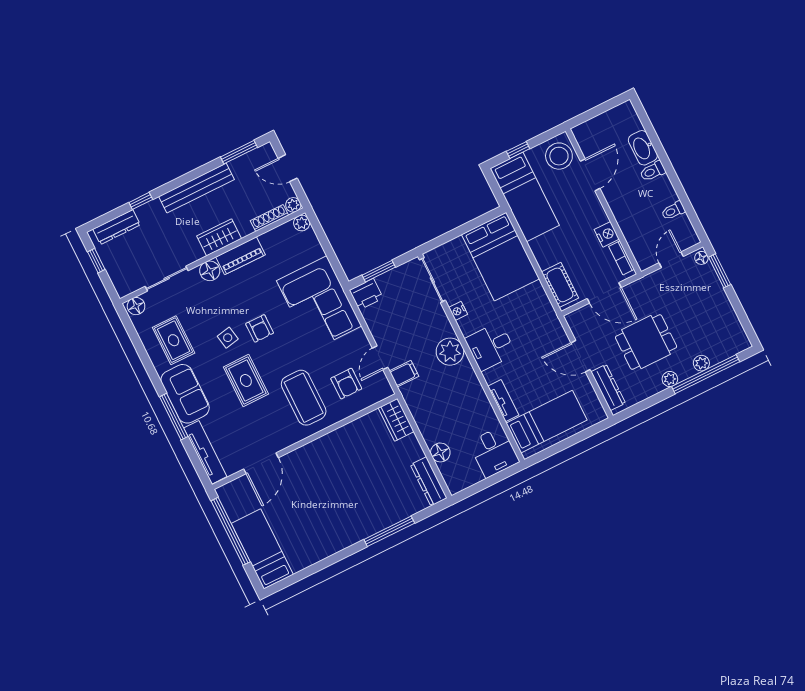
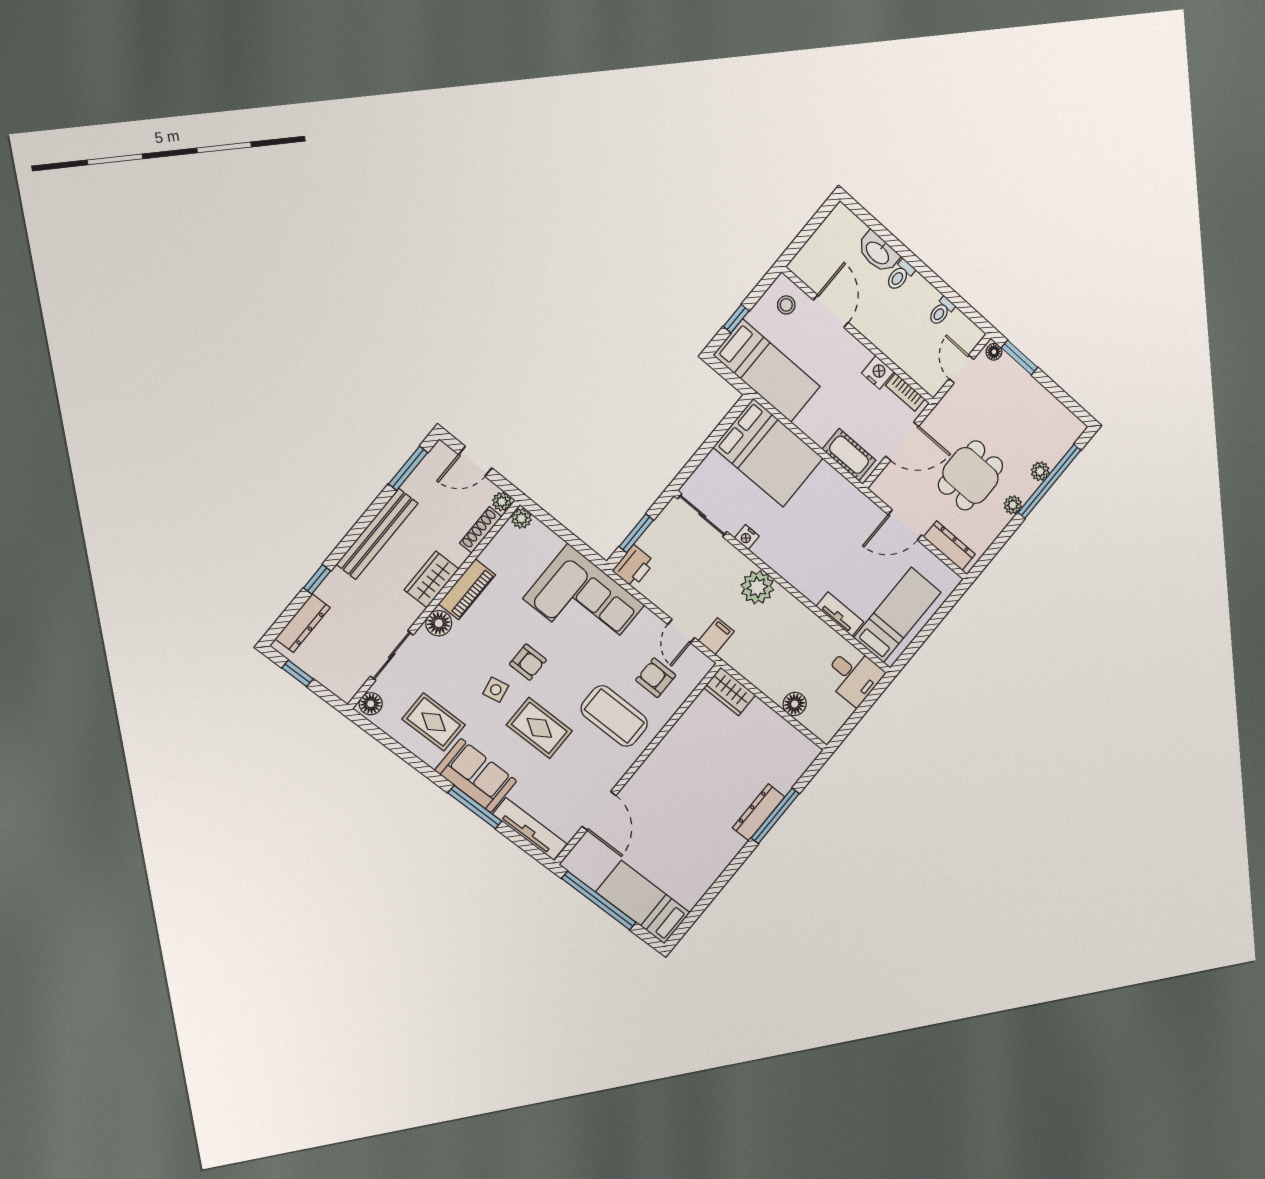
stool: (559, 156) -> (786, 305), width x0.53, depth x0.53
desk: (490, 346) -> (800, 560), removed
armchair: (346, 384) -> (656, 678), turned 180
dresser: (429, 481) -> (759, 812), moved, turned 90

